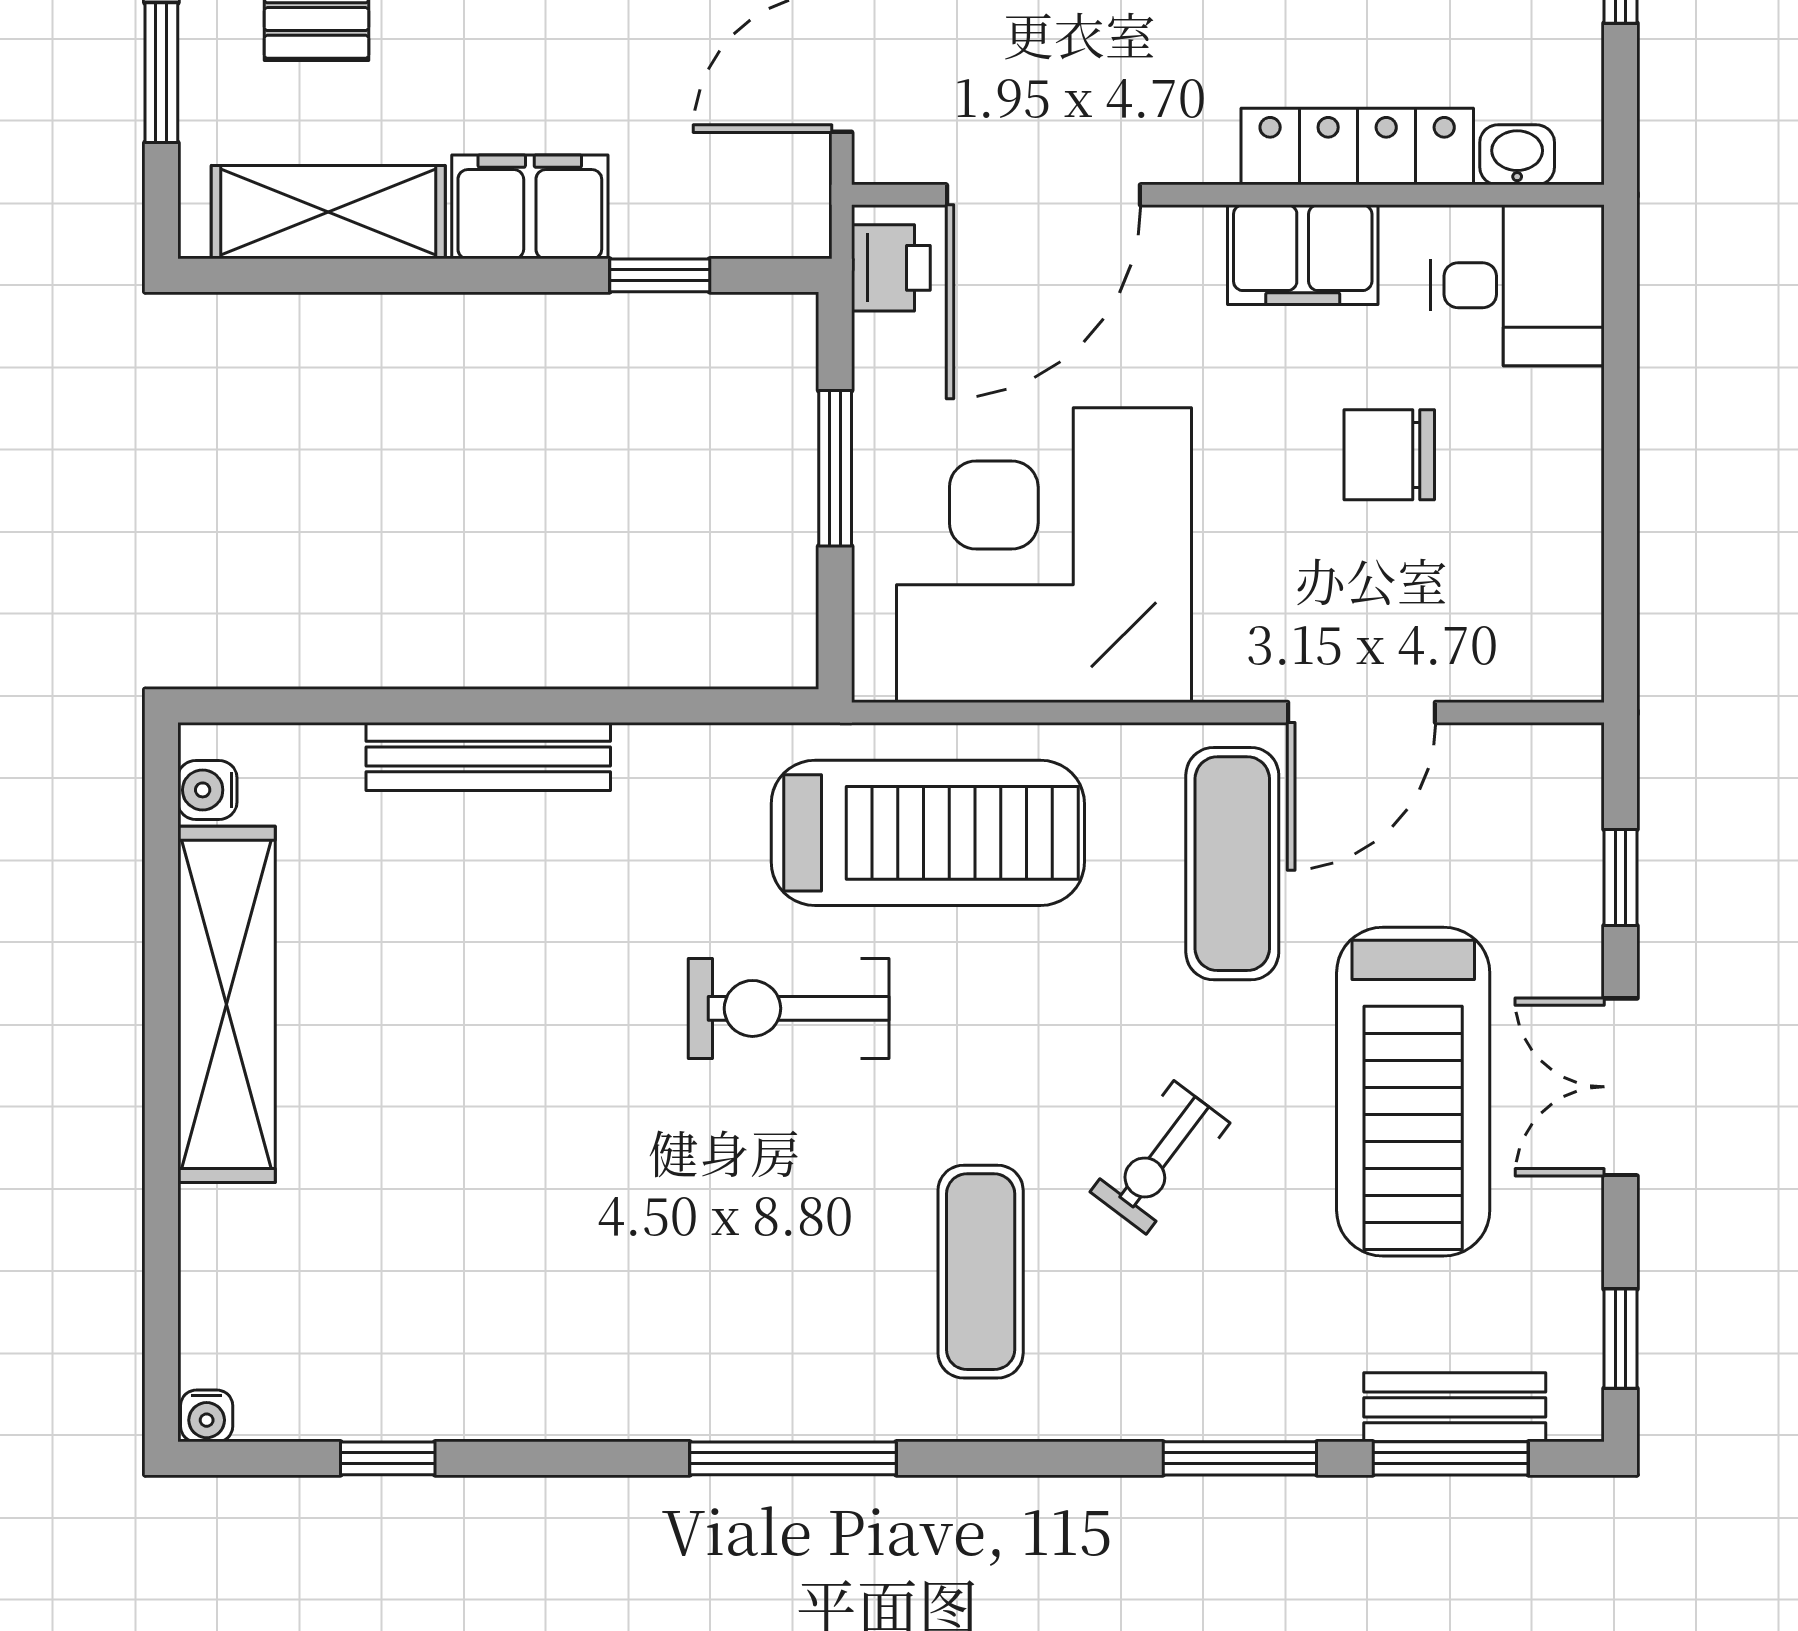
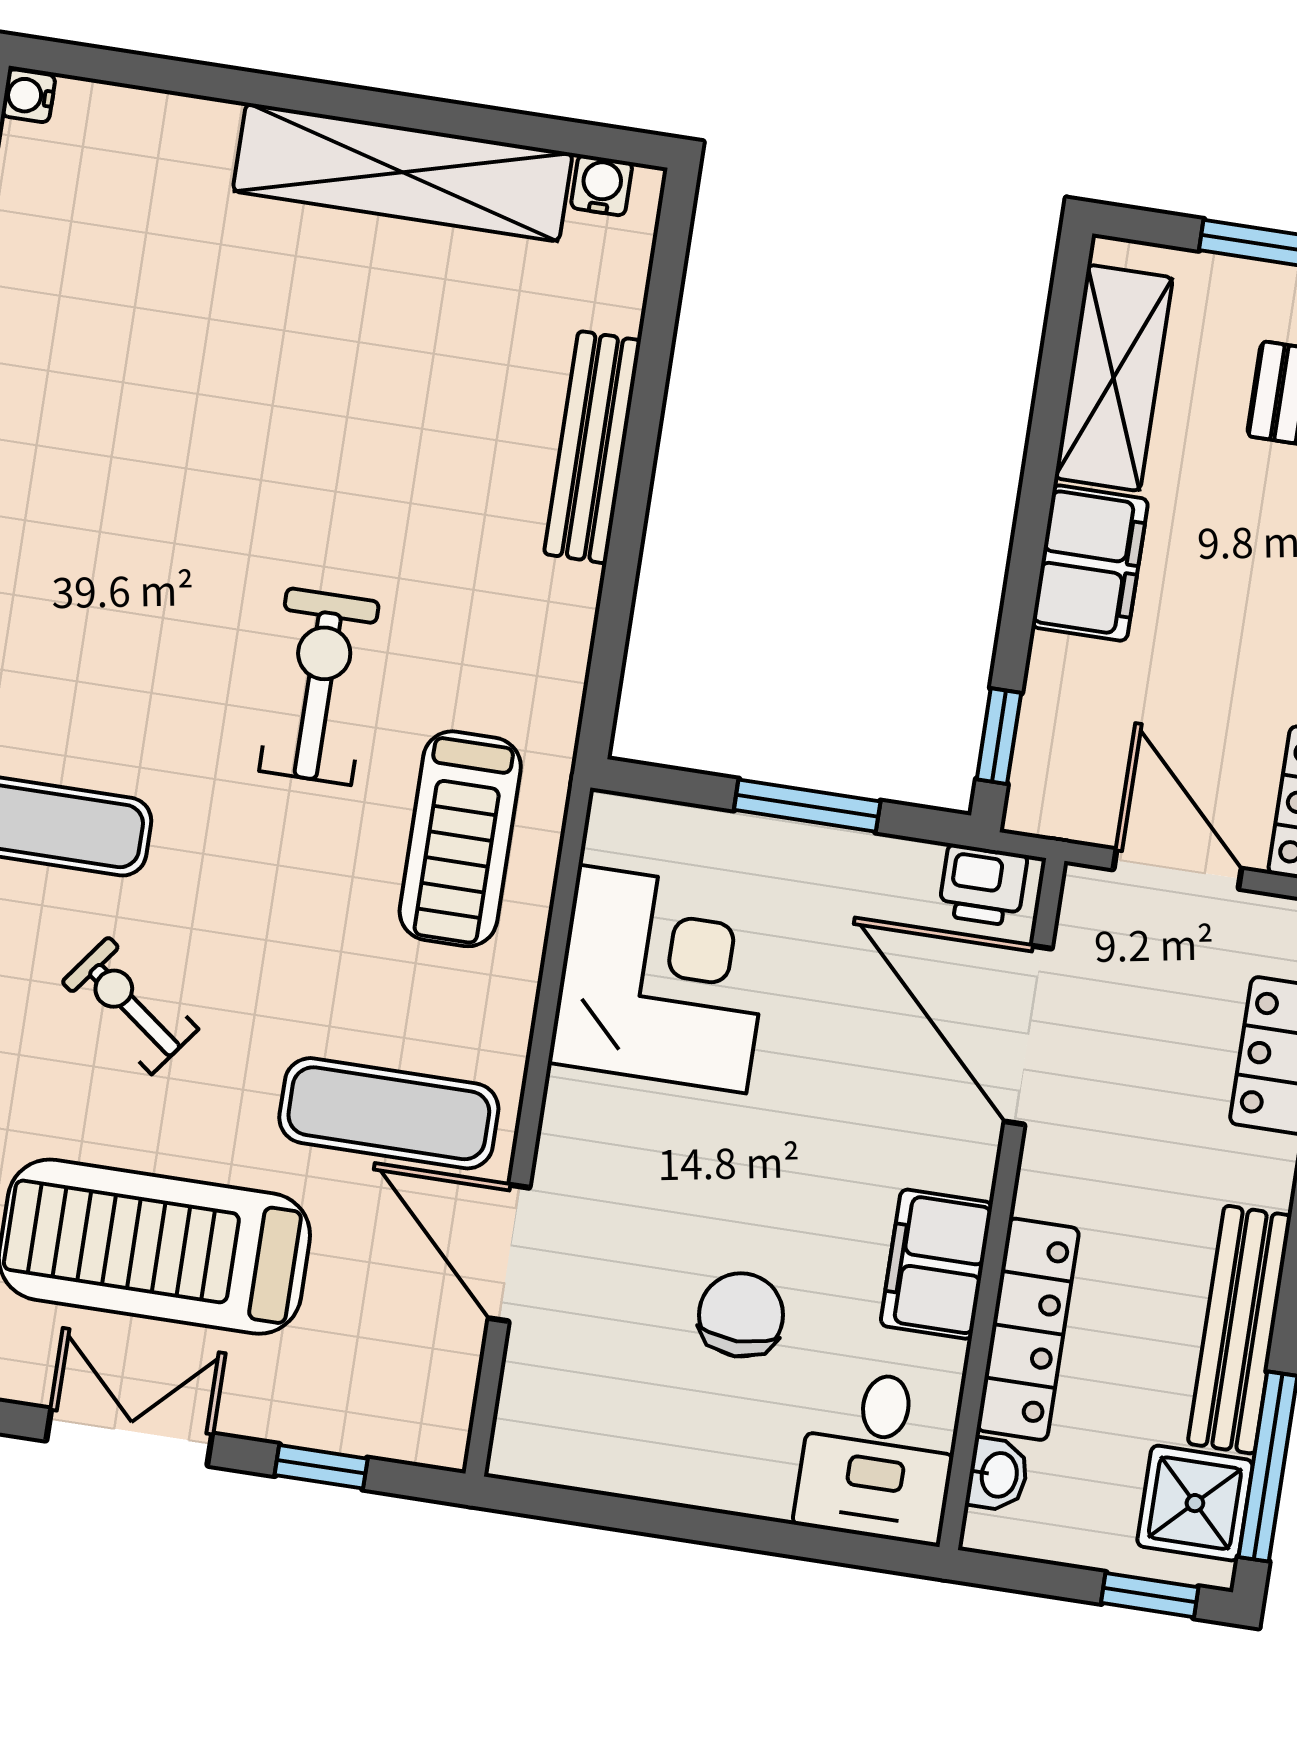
window: (660, 275) -> (999, 736), moved
corner desk: (1044, 555) -> (662, 979), width x0.74, depth x0.74
treadmill: (928, 833) -> (460, 839), width x0.73, depth x0.73

